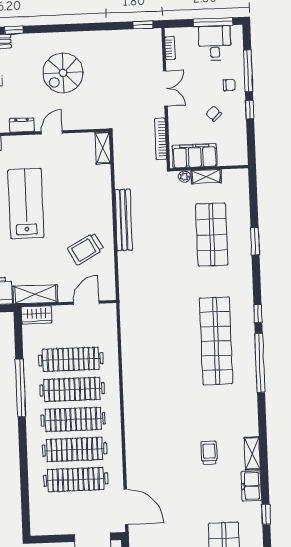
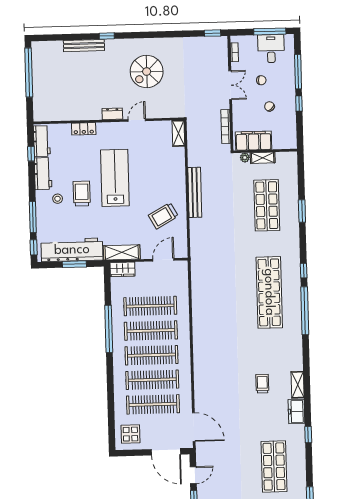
chair: (229, 85) -> (261, 80), moved
display table: (49, 516) -> (130, 434), added

